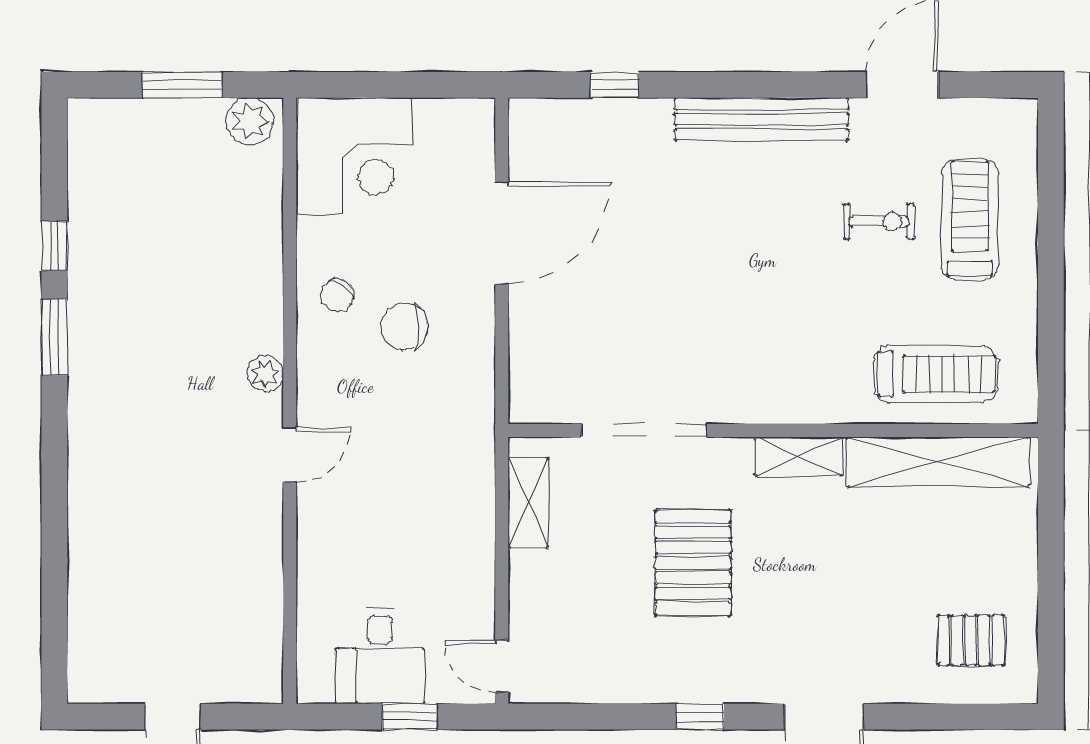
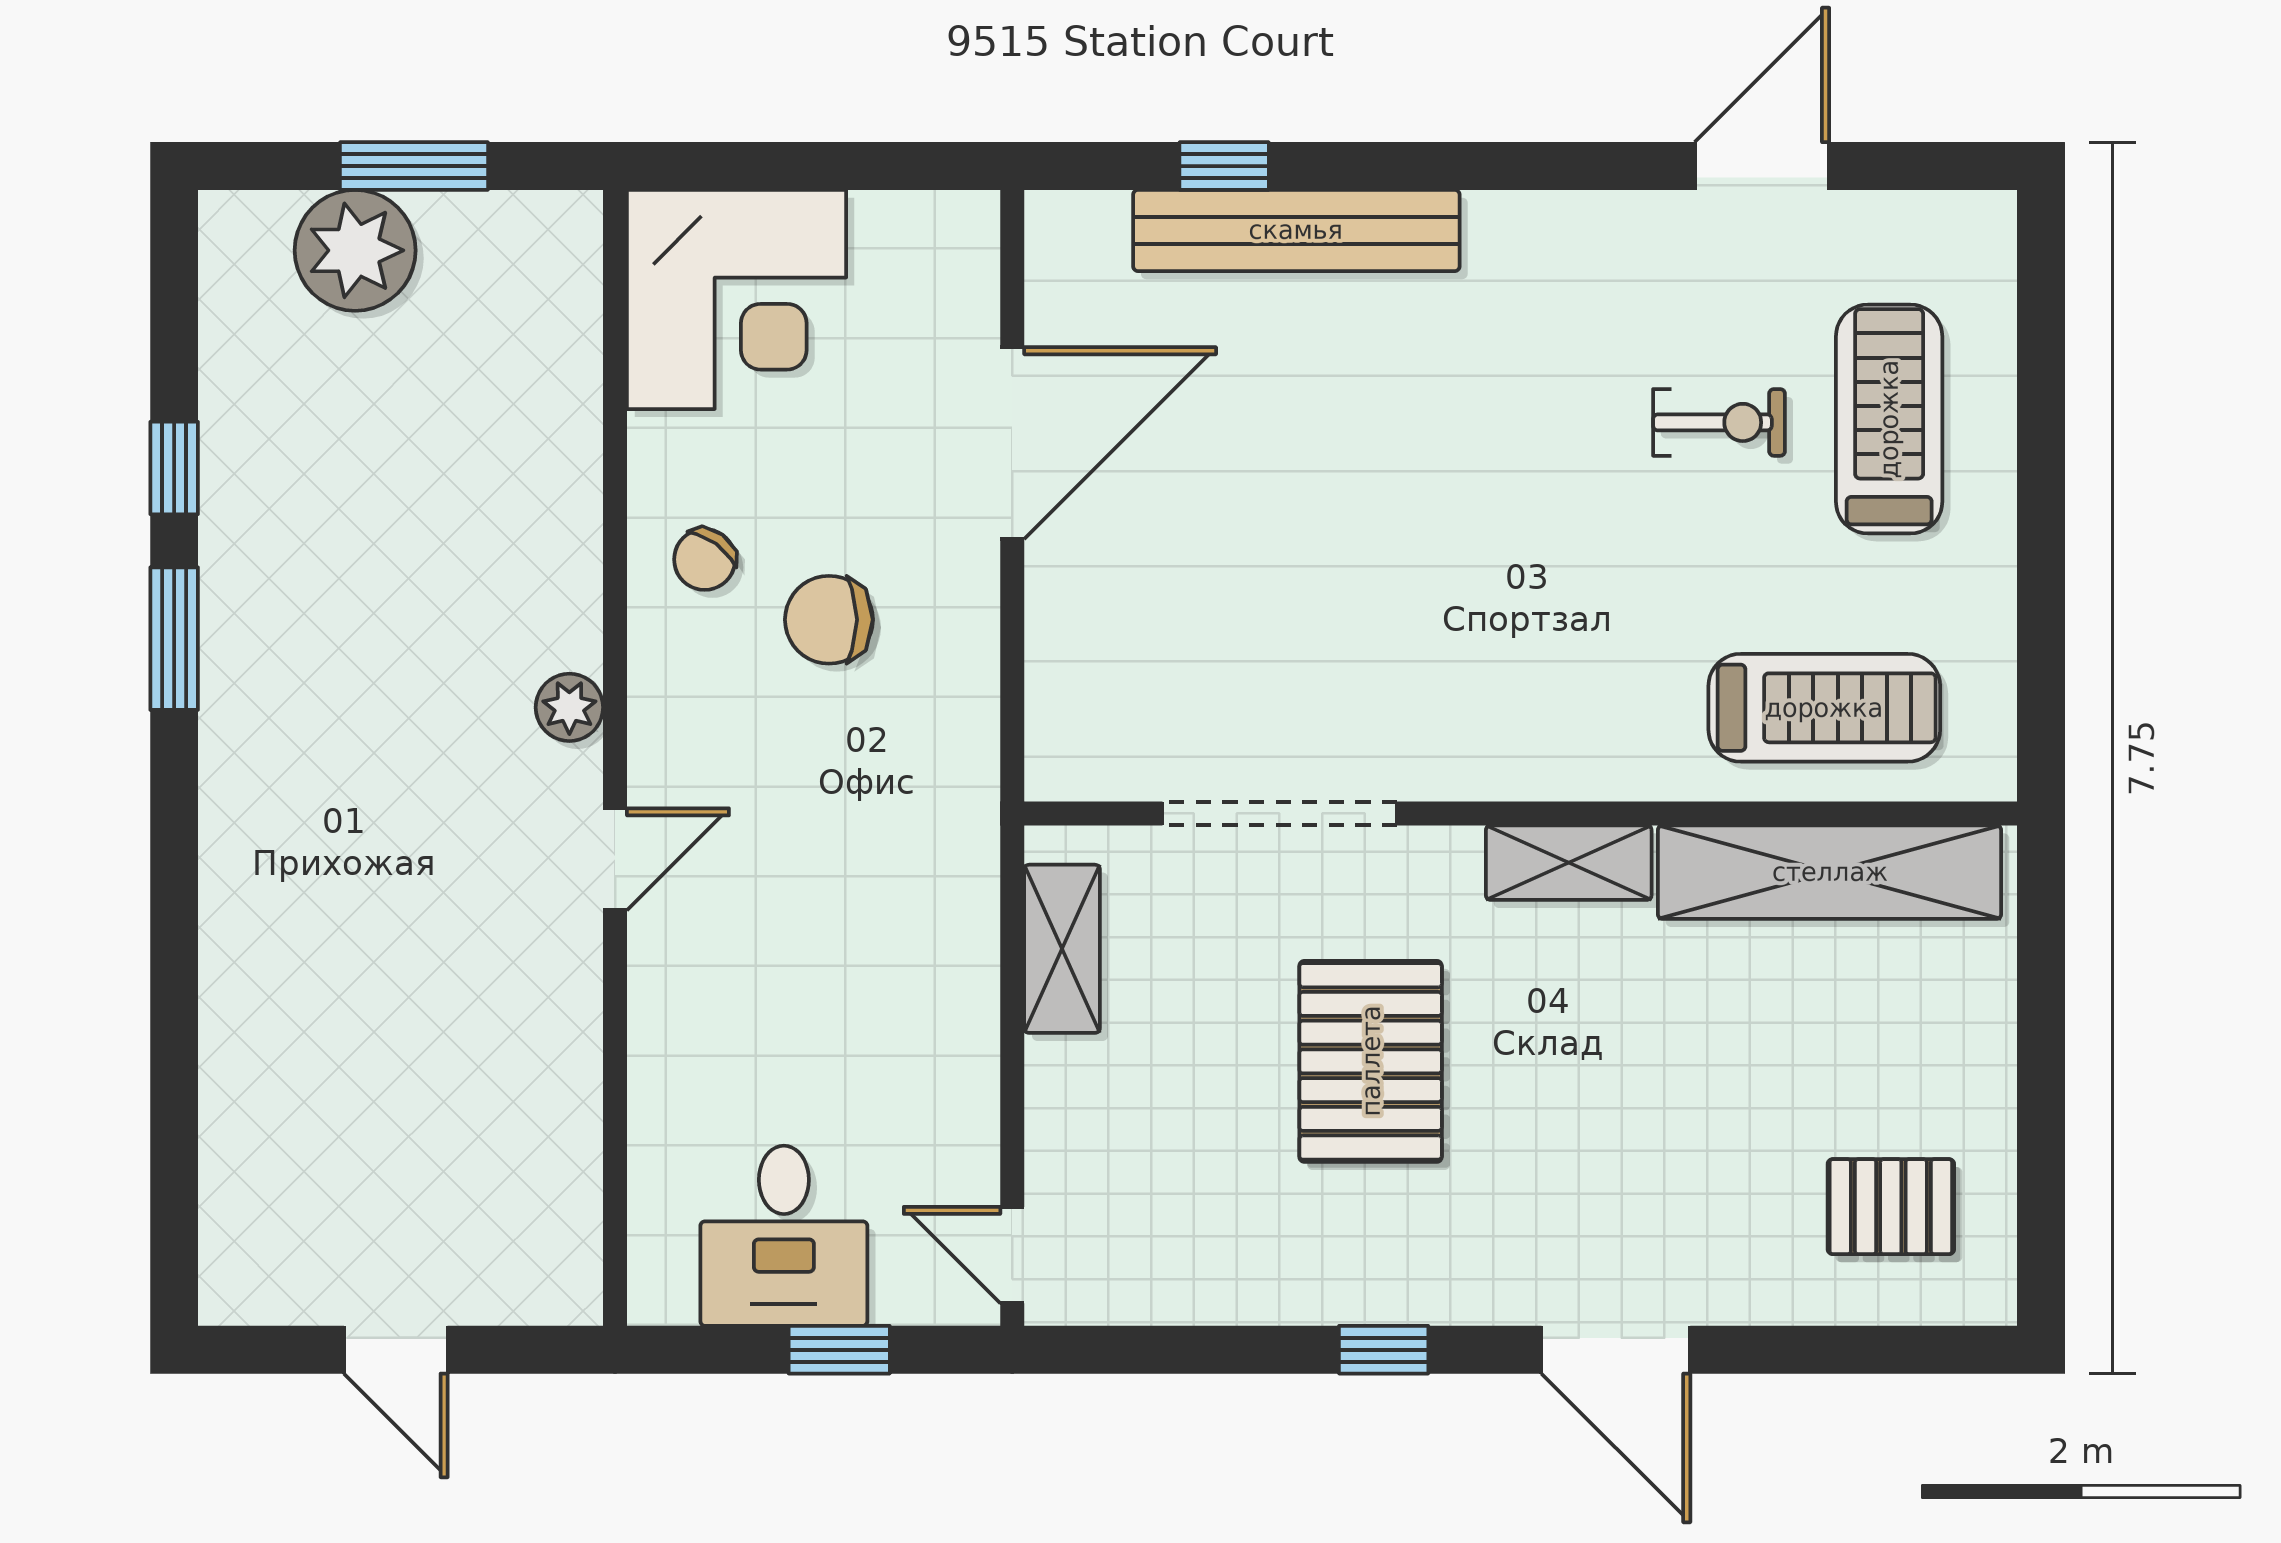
bench: (762, 119) -> (1296, 230), moved
plant: (250, 121) -> (355, 250), moved, width x1.36, depth x1.36

